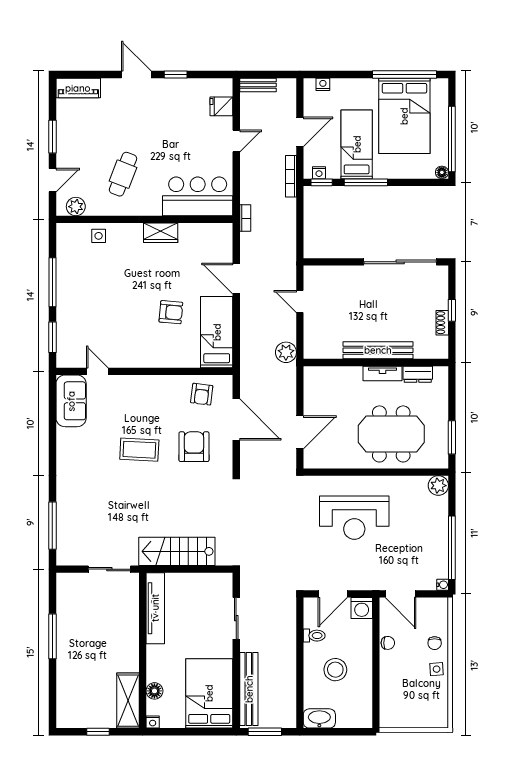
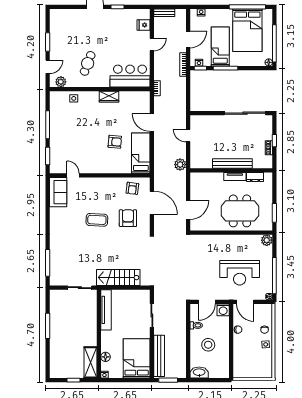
piano: (78, 88) -> (62, 14), removed
reception desk: (354, 518) -> (240, 273), moved

